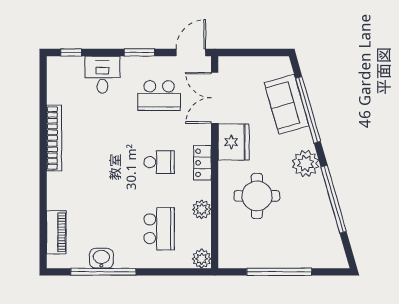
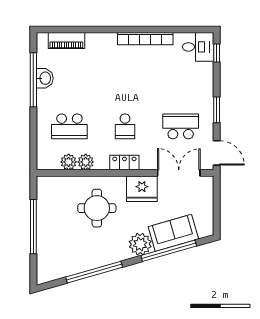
desk: (102, 75) -> (198, 47), moved
school desk: (159, 96) -> (181, 126), turned 90
plant: (306, 163) -> (140, 244), moved
plant: (202, 259) -> (69, 162), moved

